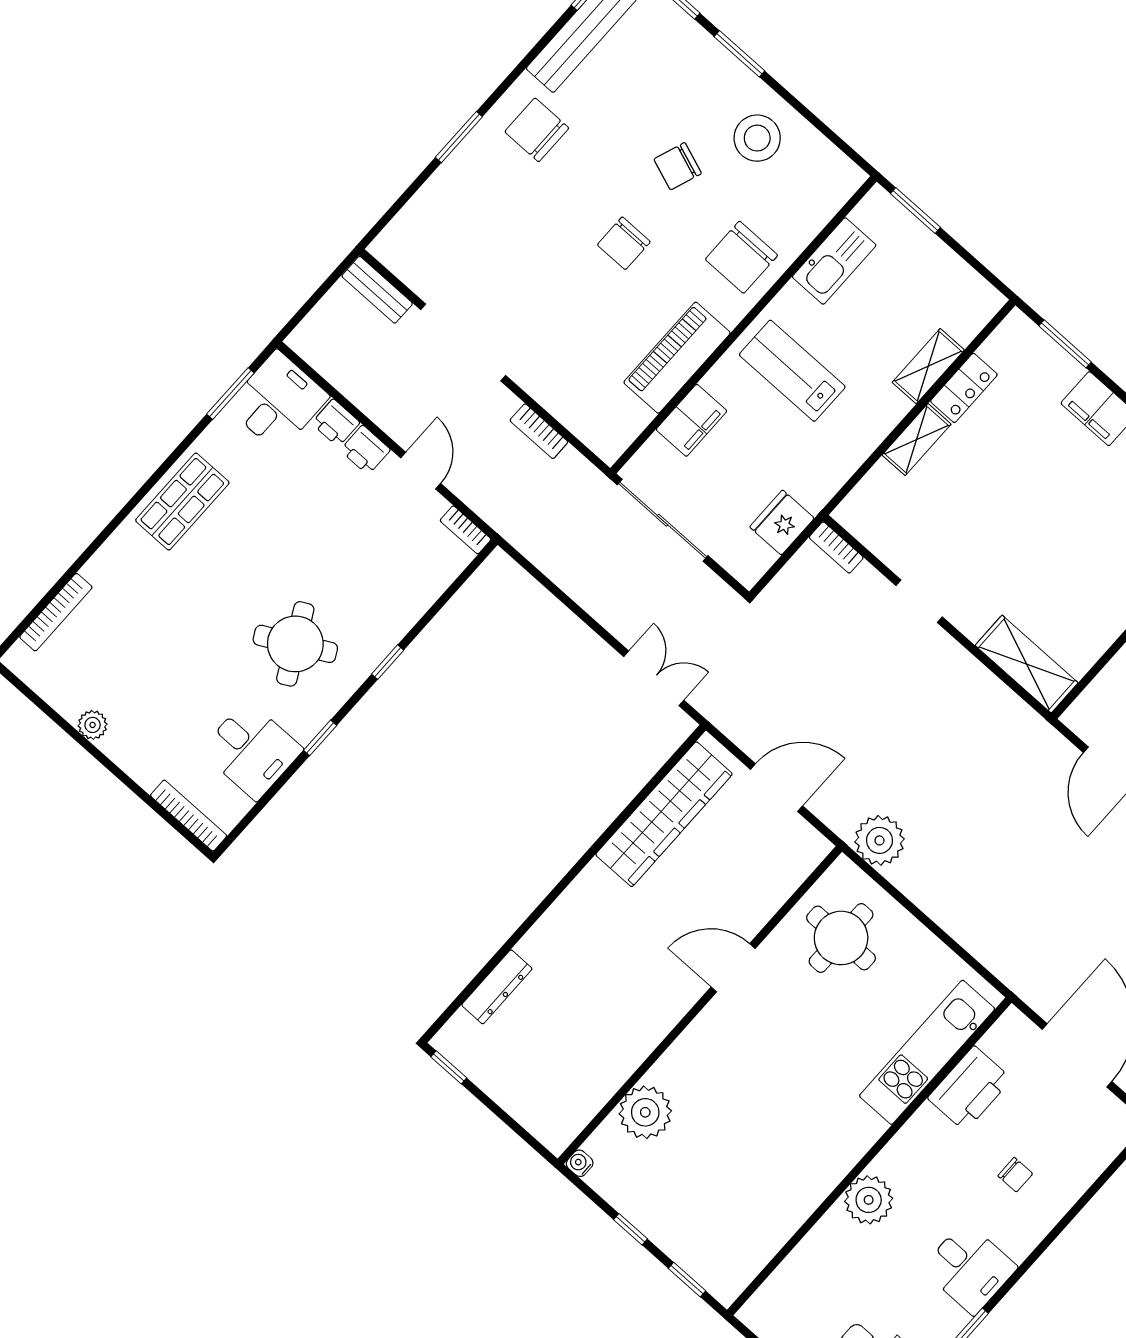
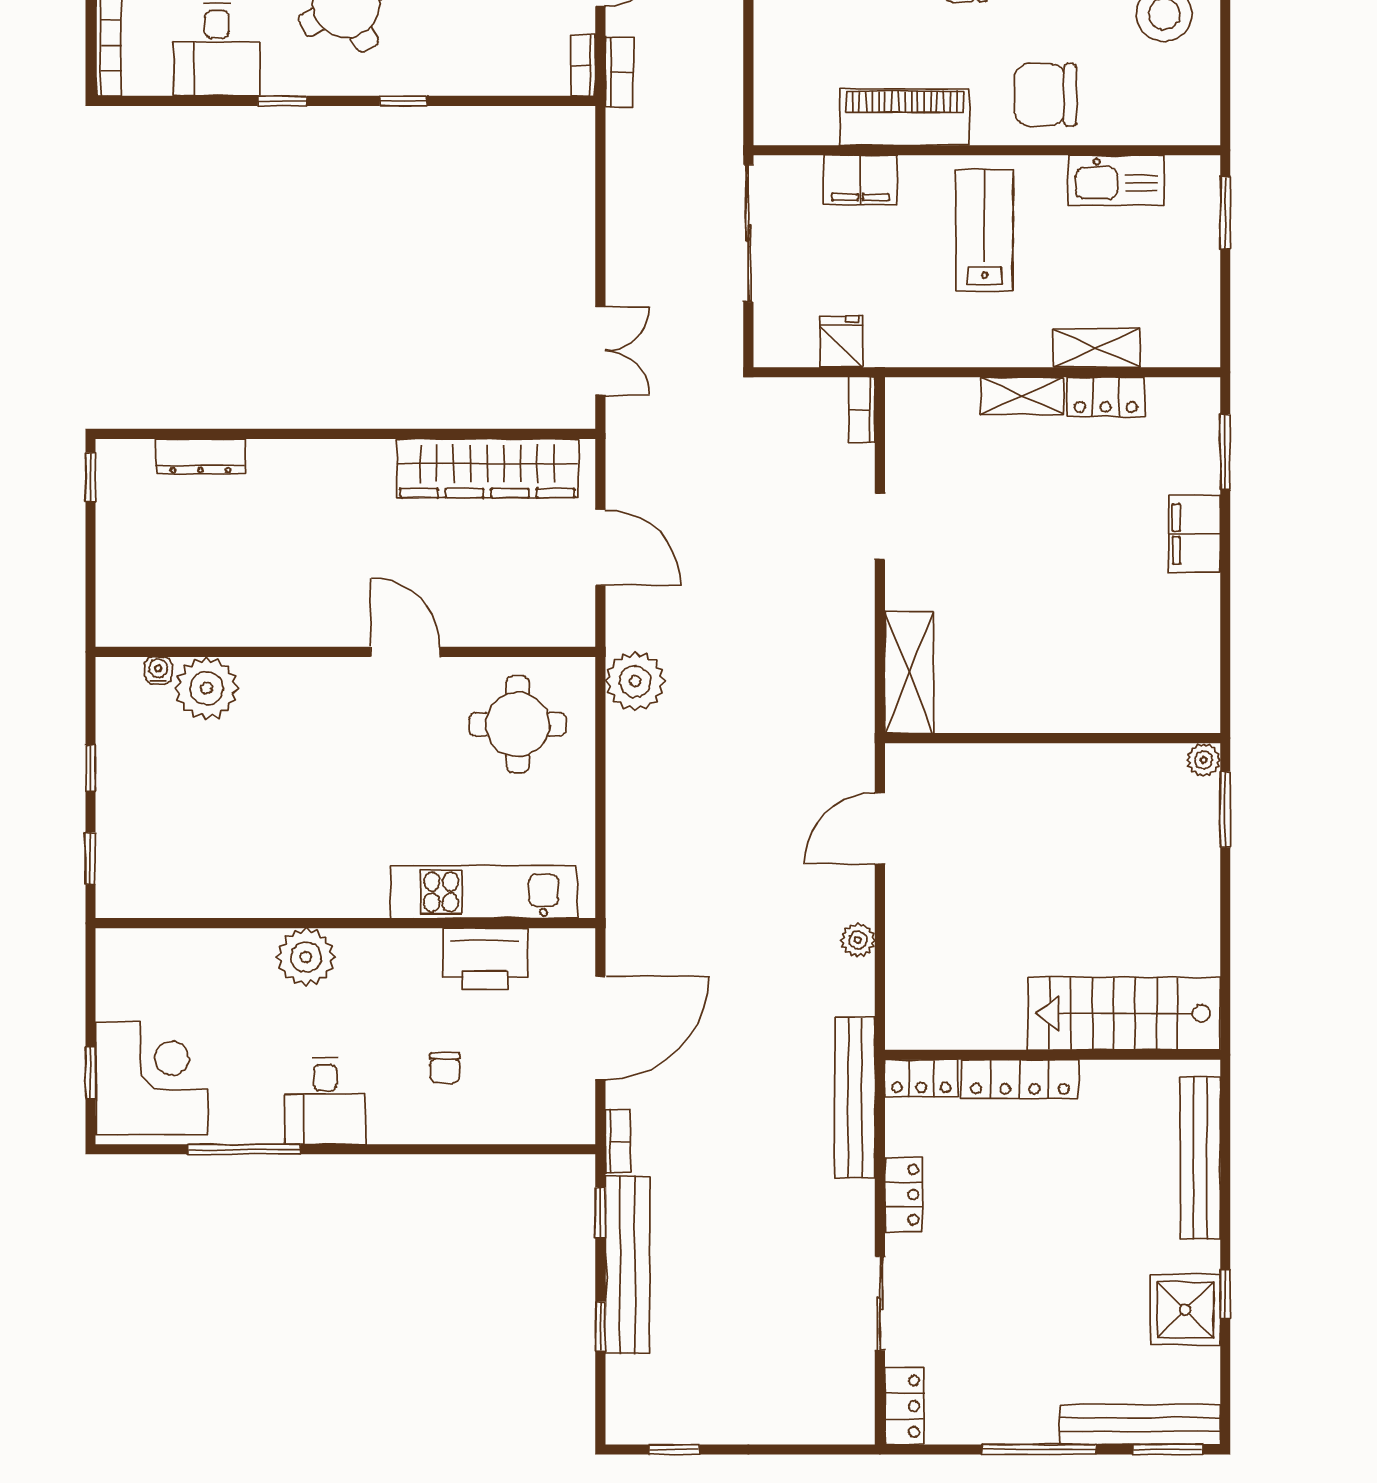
bookcase: (539, 431) -> (619, 72), moved, turned 180
fridge: (782, 523) -> (841, 342), width x0.72
water cooler: (580, 1163) -> (158, 670), moved

